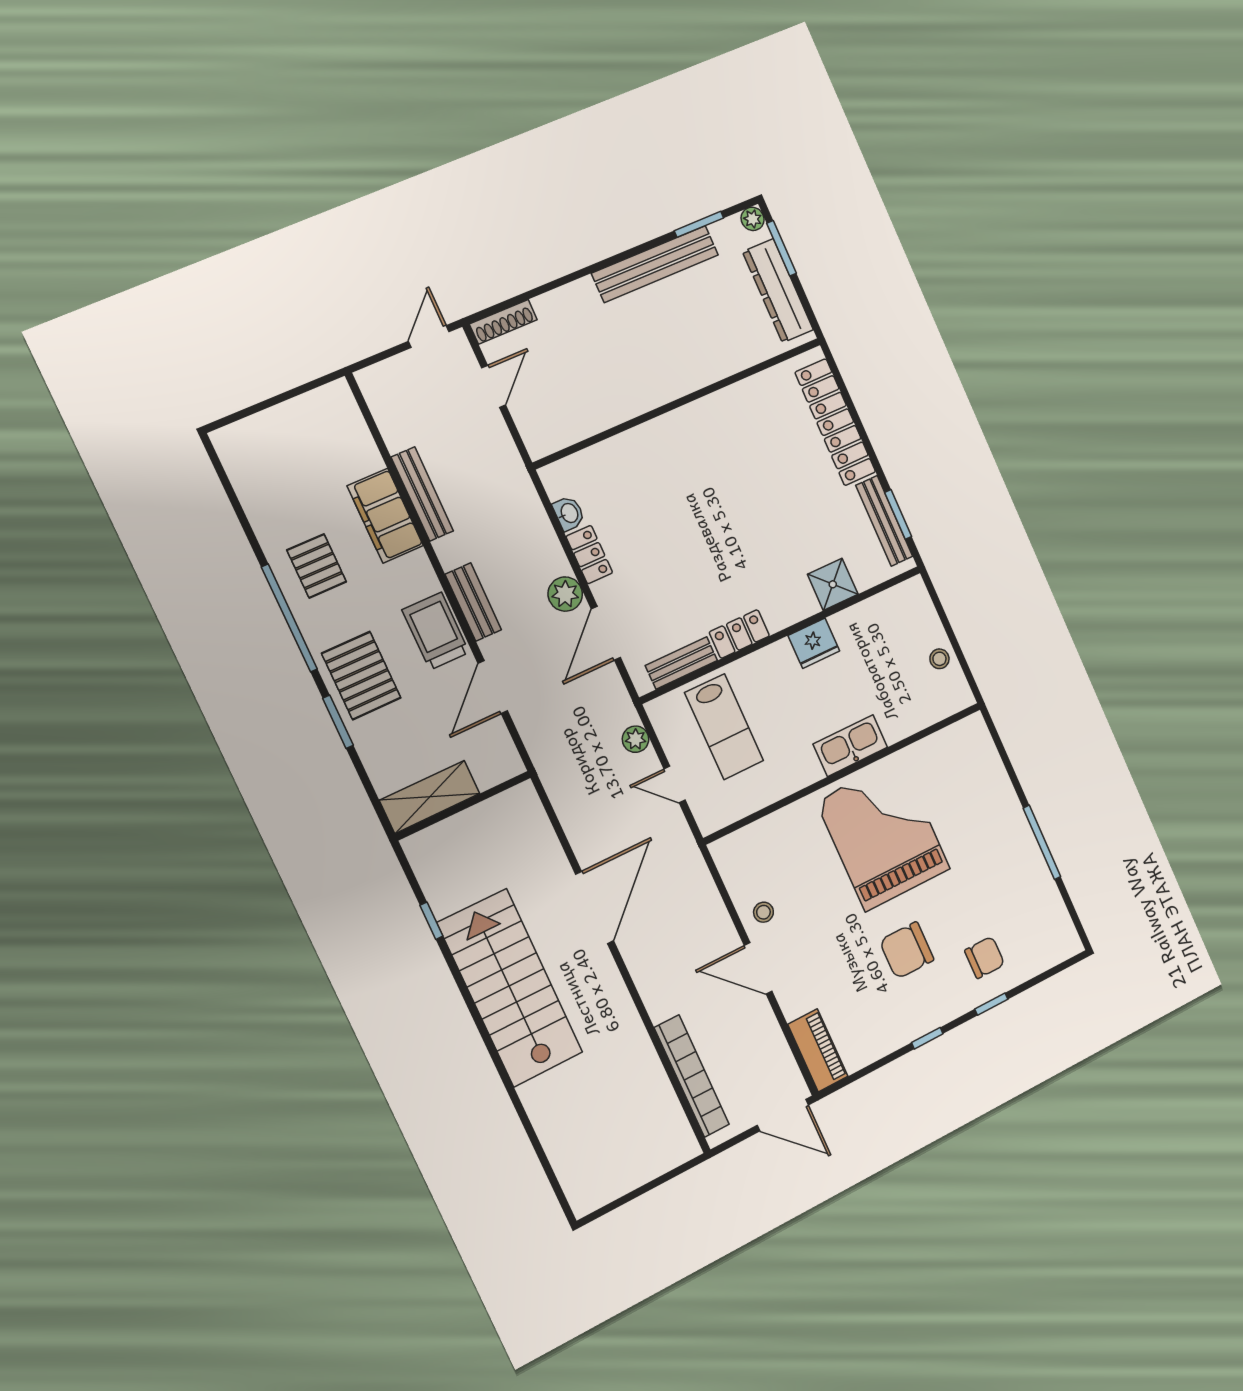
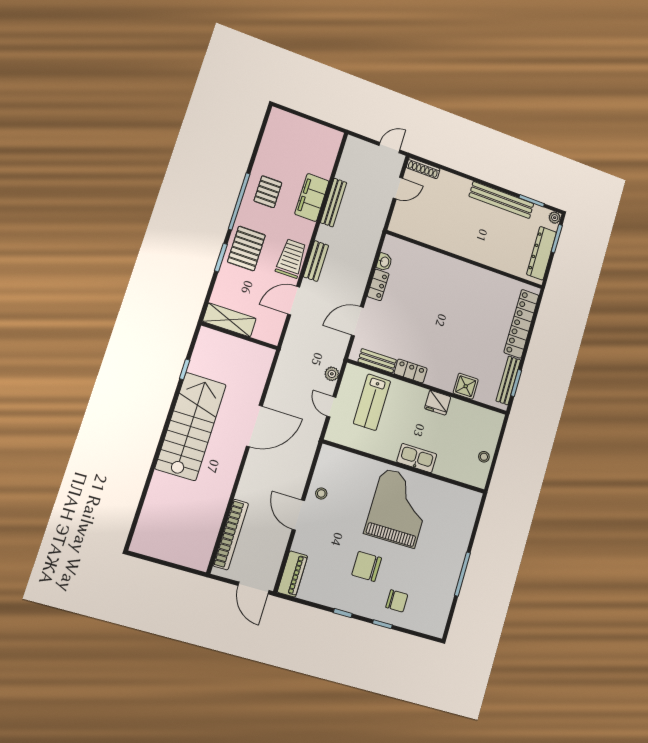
plant: (565, 594) -> (355, 291), removed

